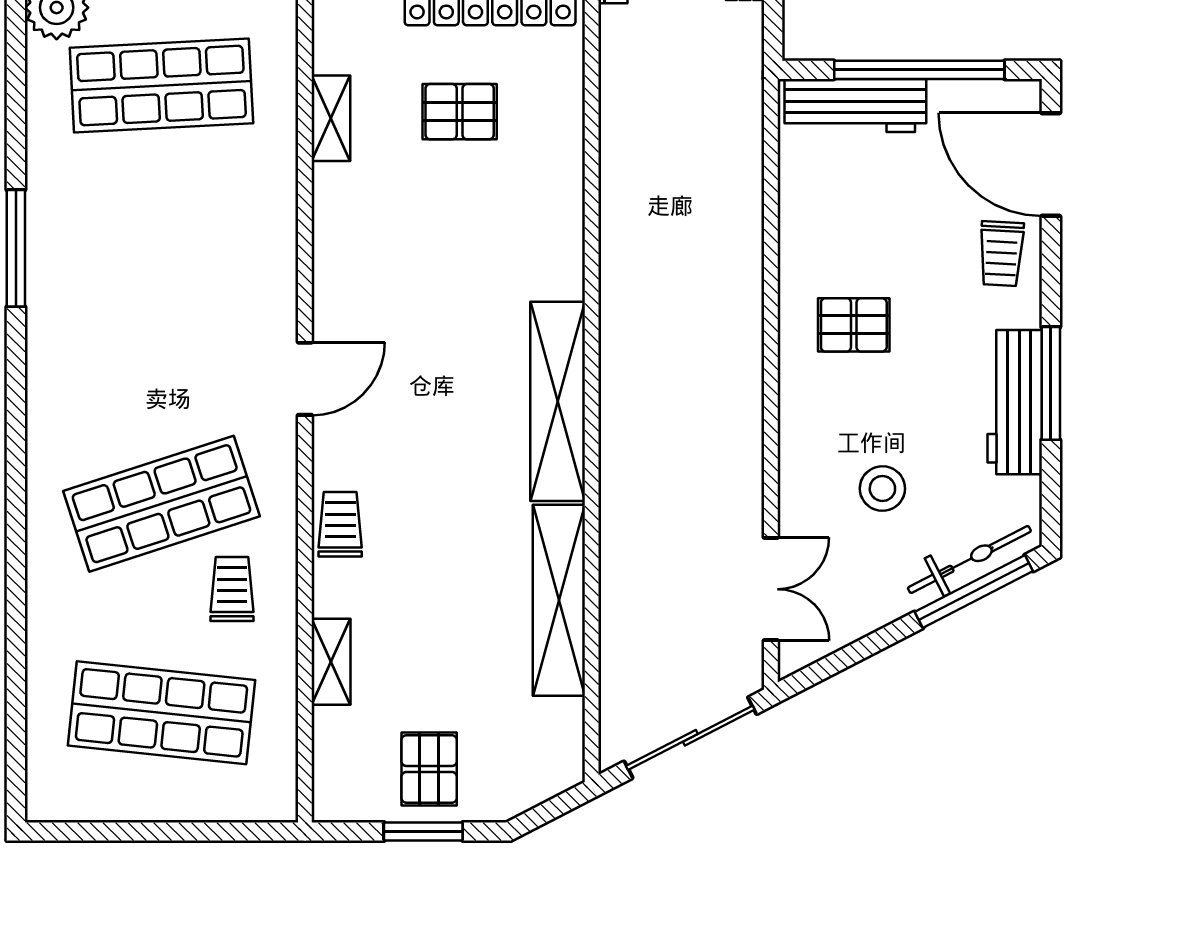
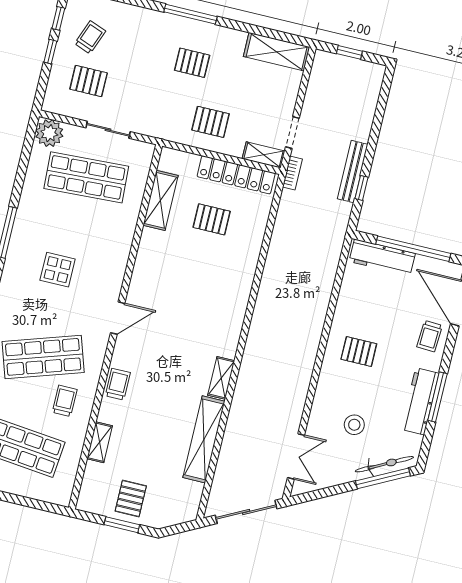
shelving: (331, 118) -> (161, 200), width x1.50, depth x1.33
display table: (147, 304) -> (58, 270), added
shelving: (558, 401) -> (221, 378), width x0.45, depth x0.75

